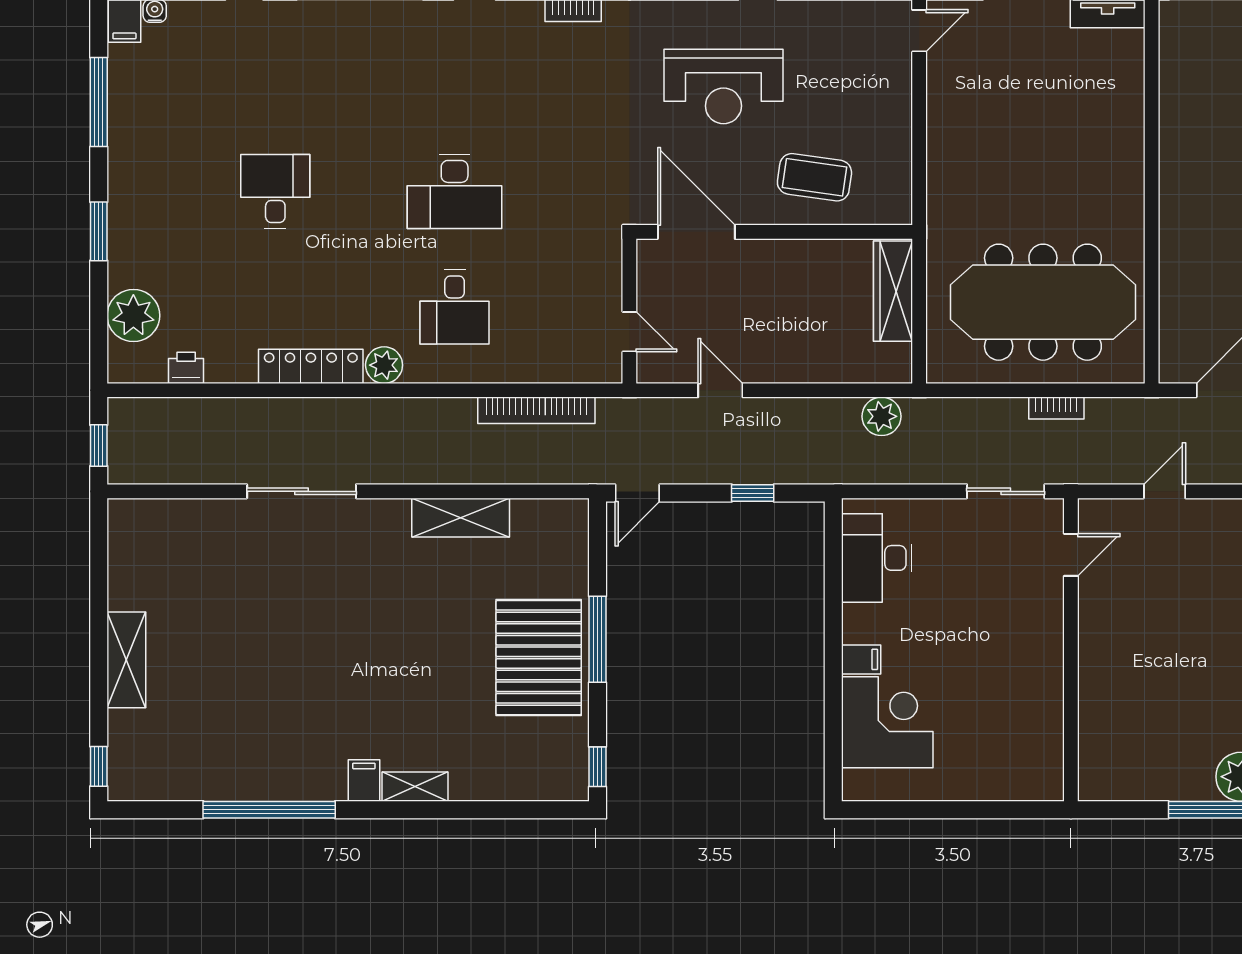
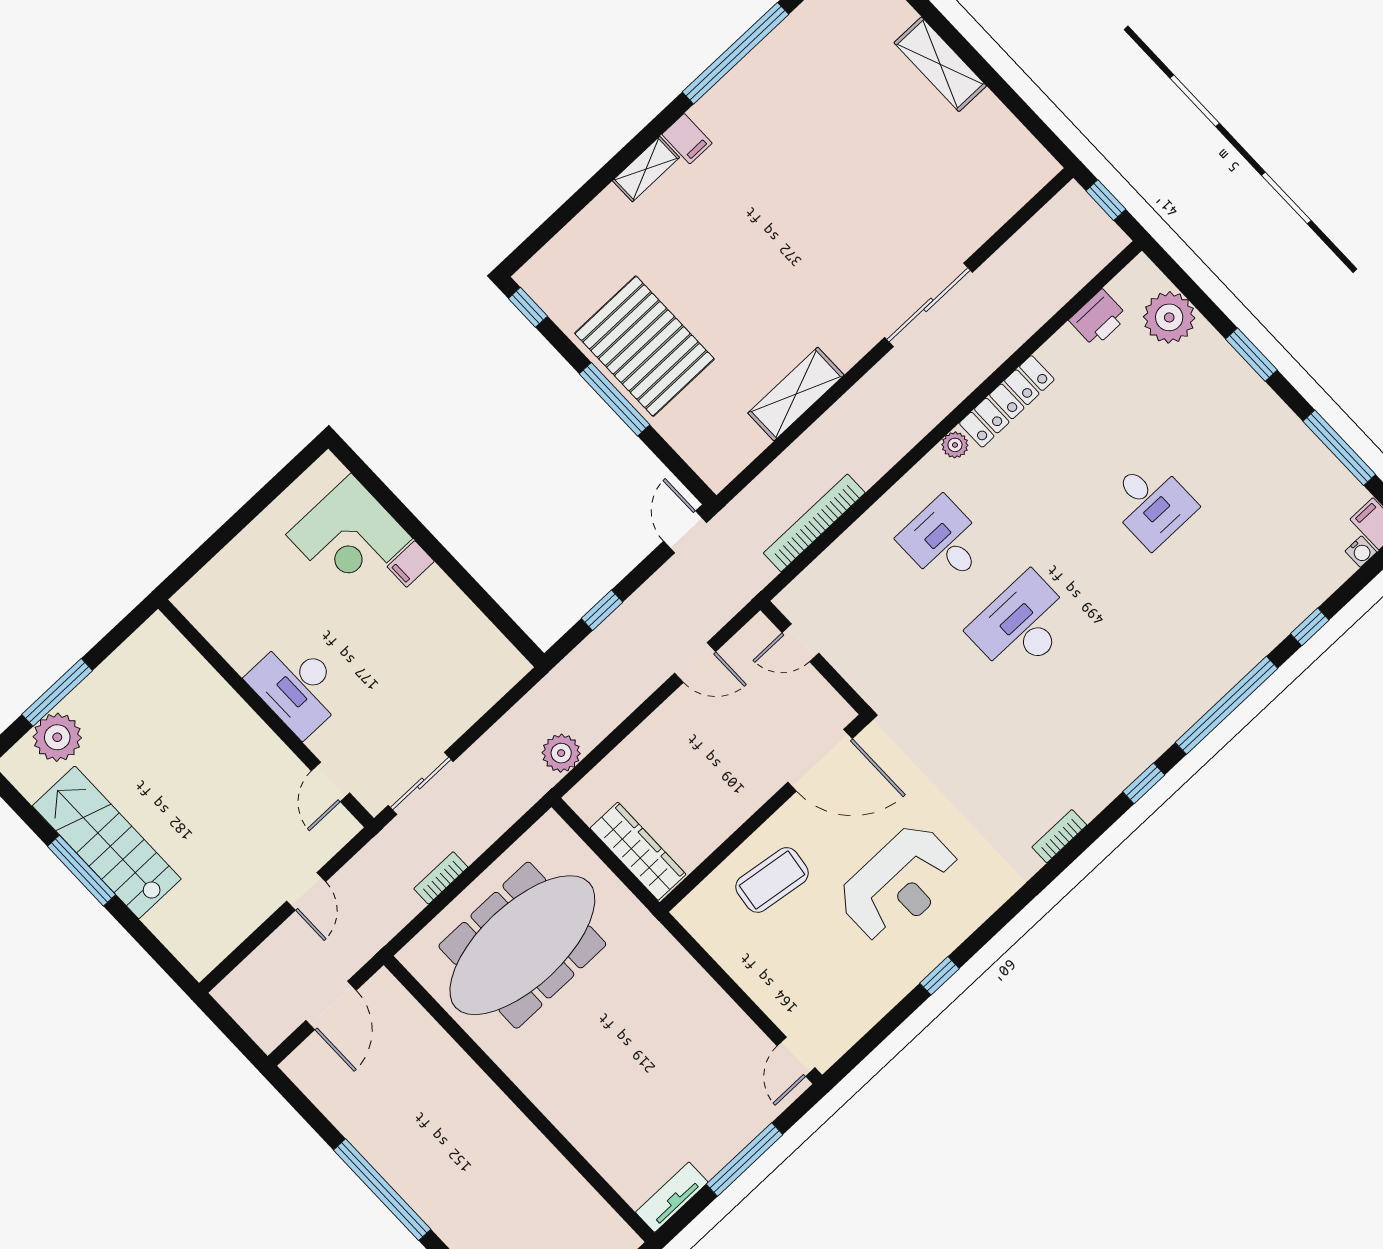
reception desk: (723, 86) -> (899, 884), turned 180
plant: (384, 365) -> (955, 445), width x0.73, depth x0.73
printer: (186, 368) -> (1098, 318), width x1.36, depth x1.24
desk: (877, 558) -> (297, 687), moved, turned 180

